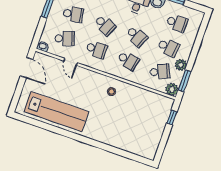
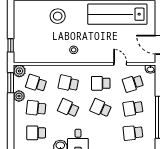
school desk: (160, 72) -> (36, 83), turned 42
stool: (116, 130) -> (58, 16), added

